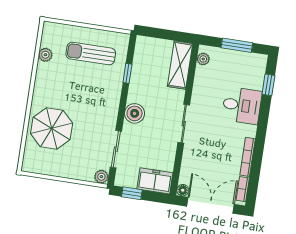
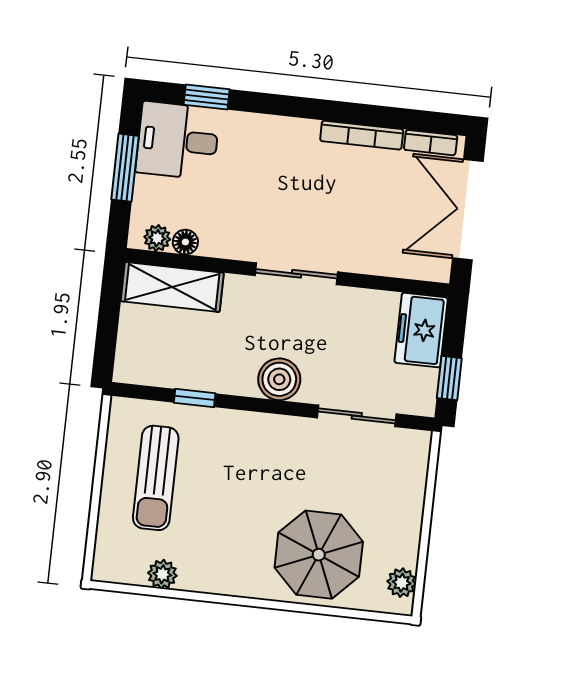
desk: (242, 105) -> (178, 141), moved, turned -90
plant: (101, 177) -> (402, 583), moved
floor lamp: (183, 190) -> (185, 242), moved

